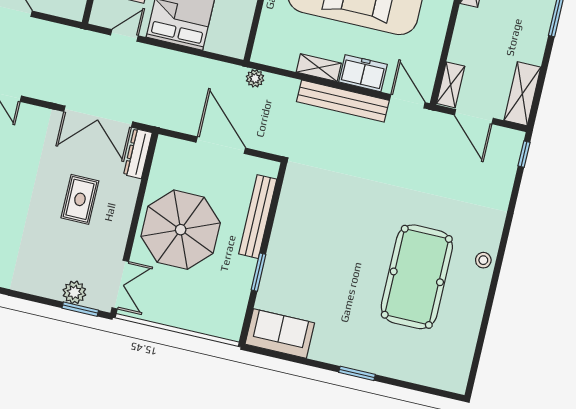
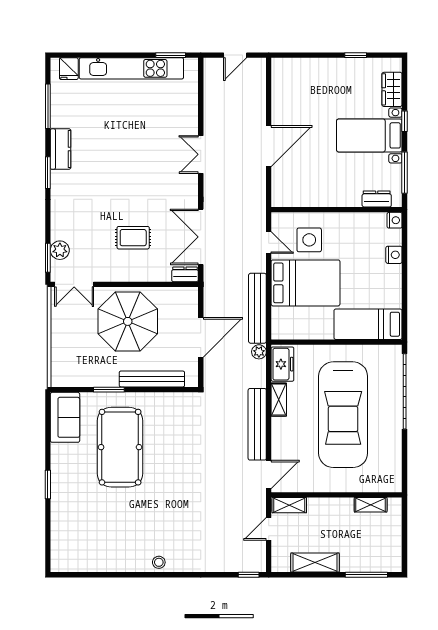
bench: (201, 68) -> (257, 308), added
freezer: (363, 73) -> (282, 364), moved
shelving: (522, 94) -> (315, 563), moved
door: (474, 117) -> (269, 529), width x0.73
dresser: (138, 154) -> (185, 274), width x0.70
pool table: (417, 277) -> (120, 447), moved, turned 90

